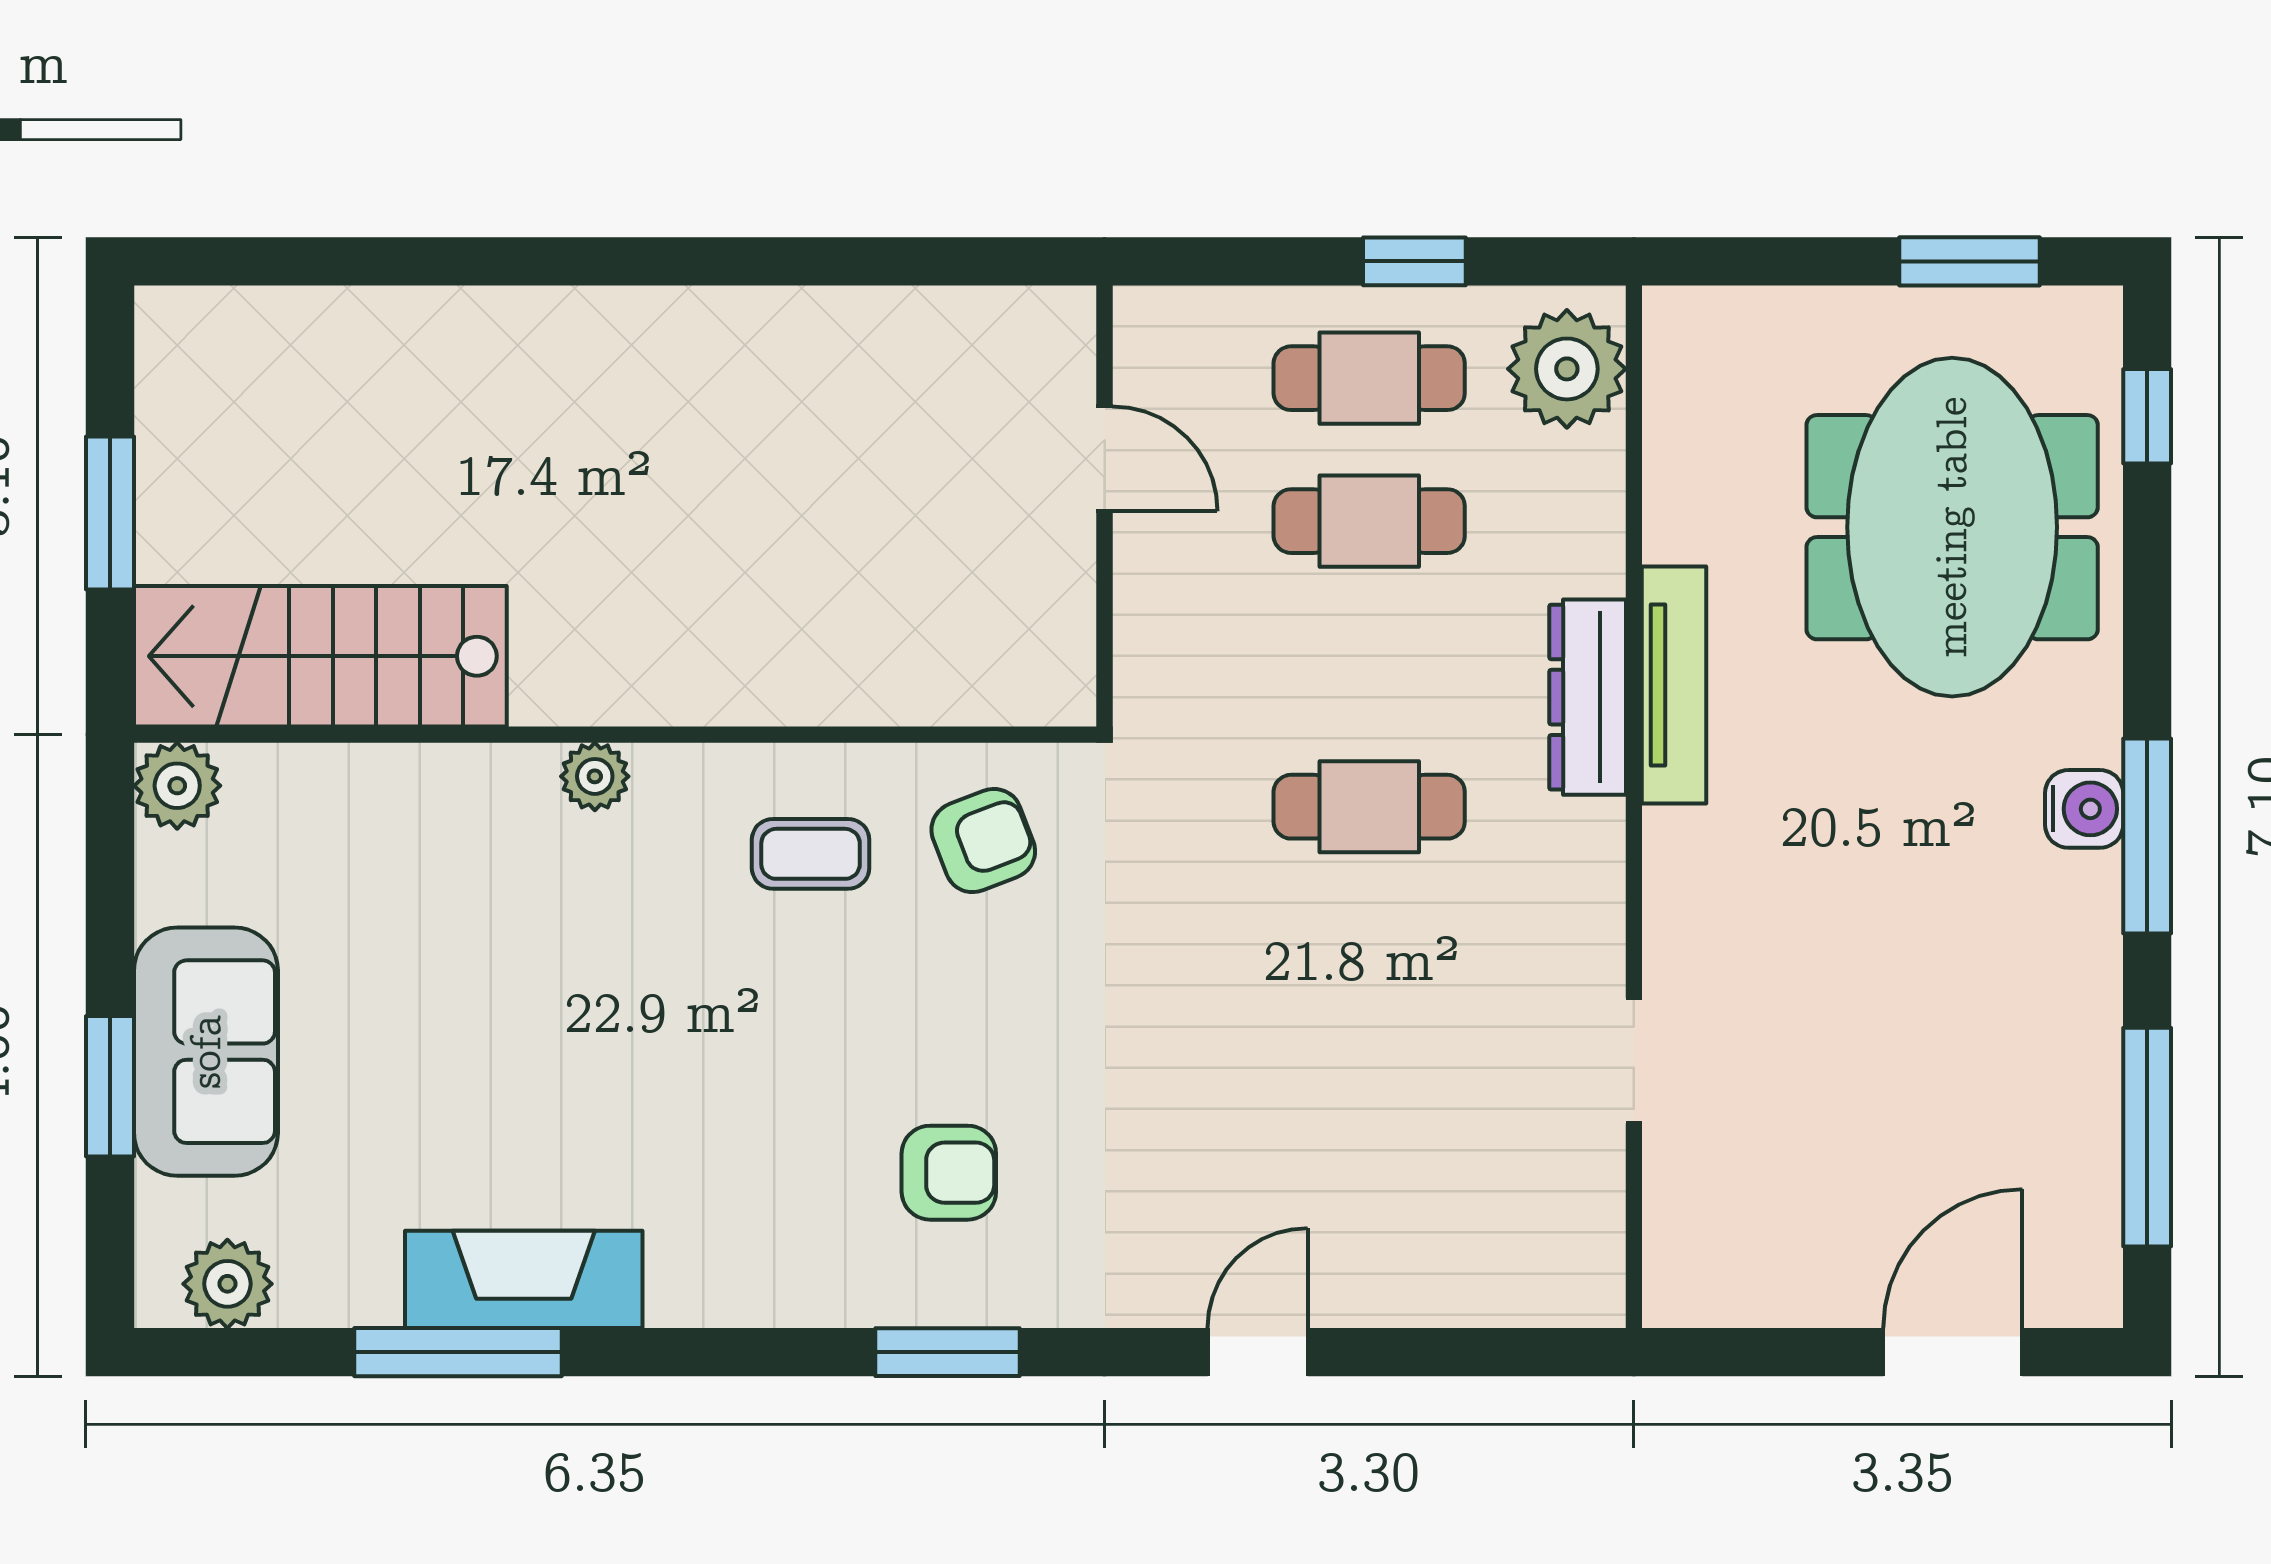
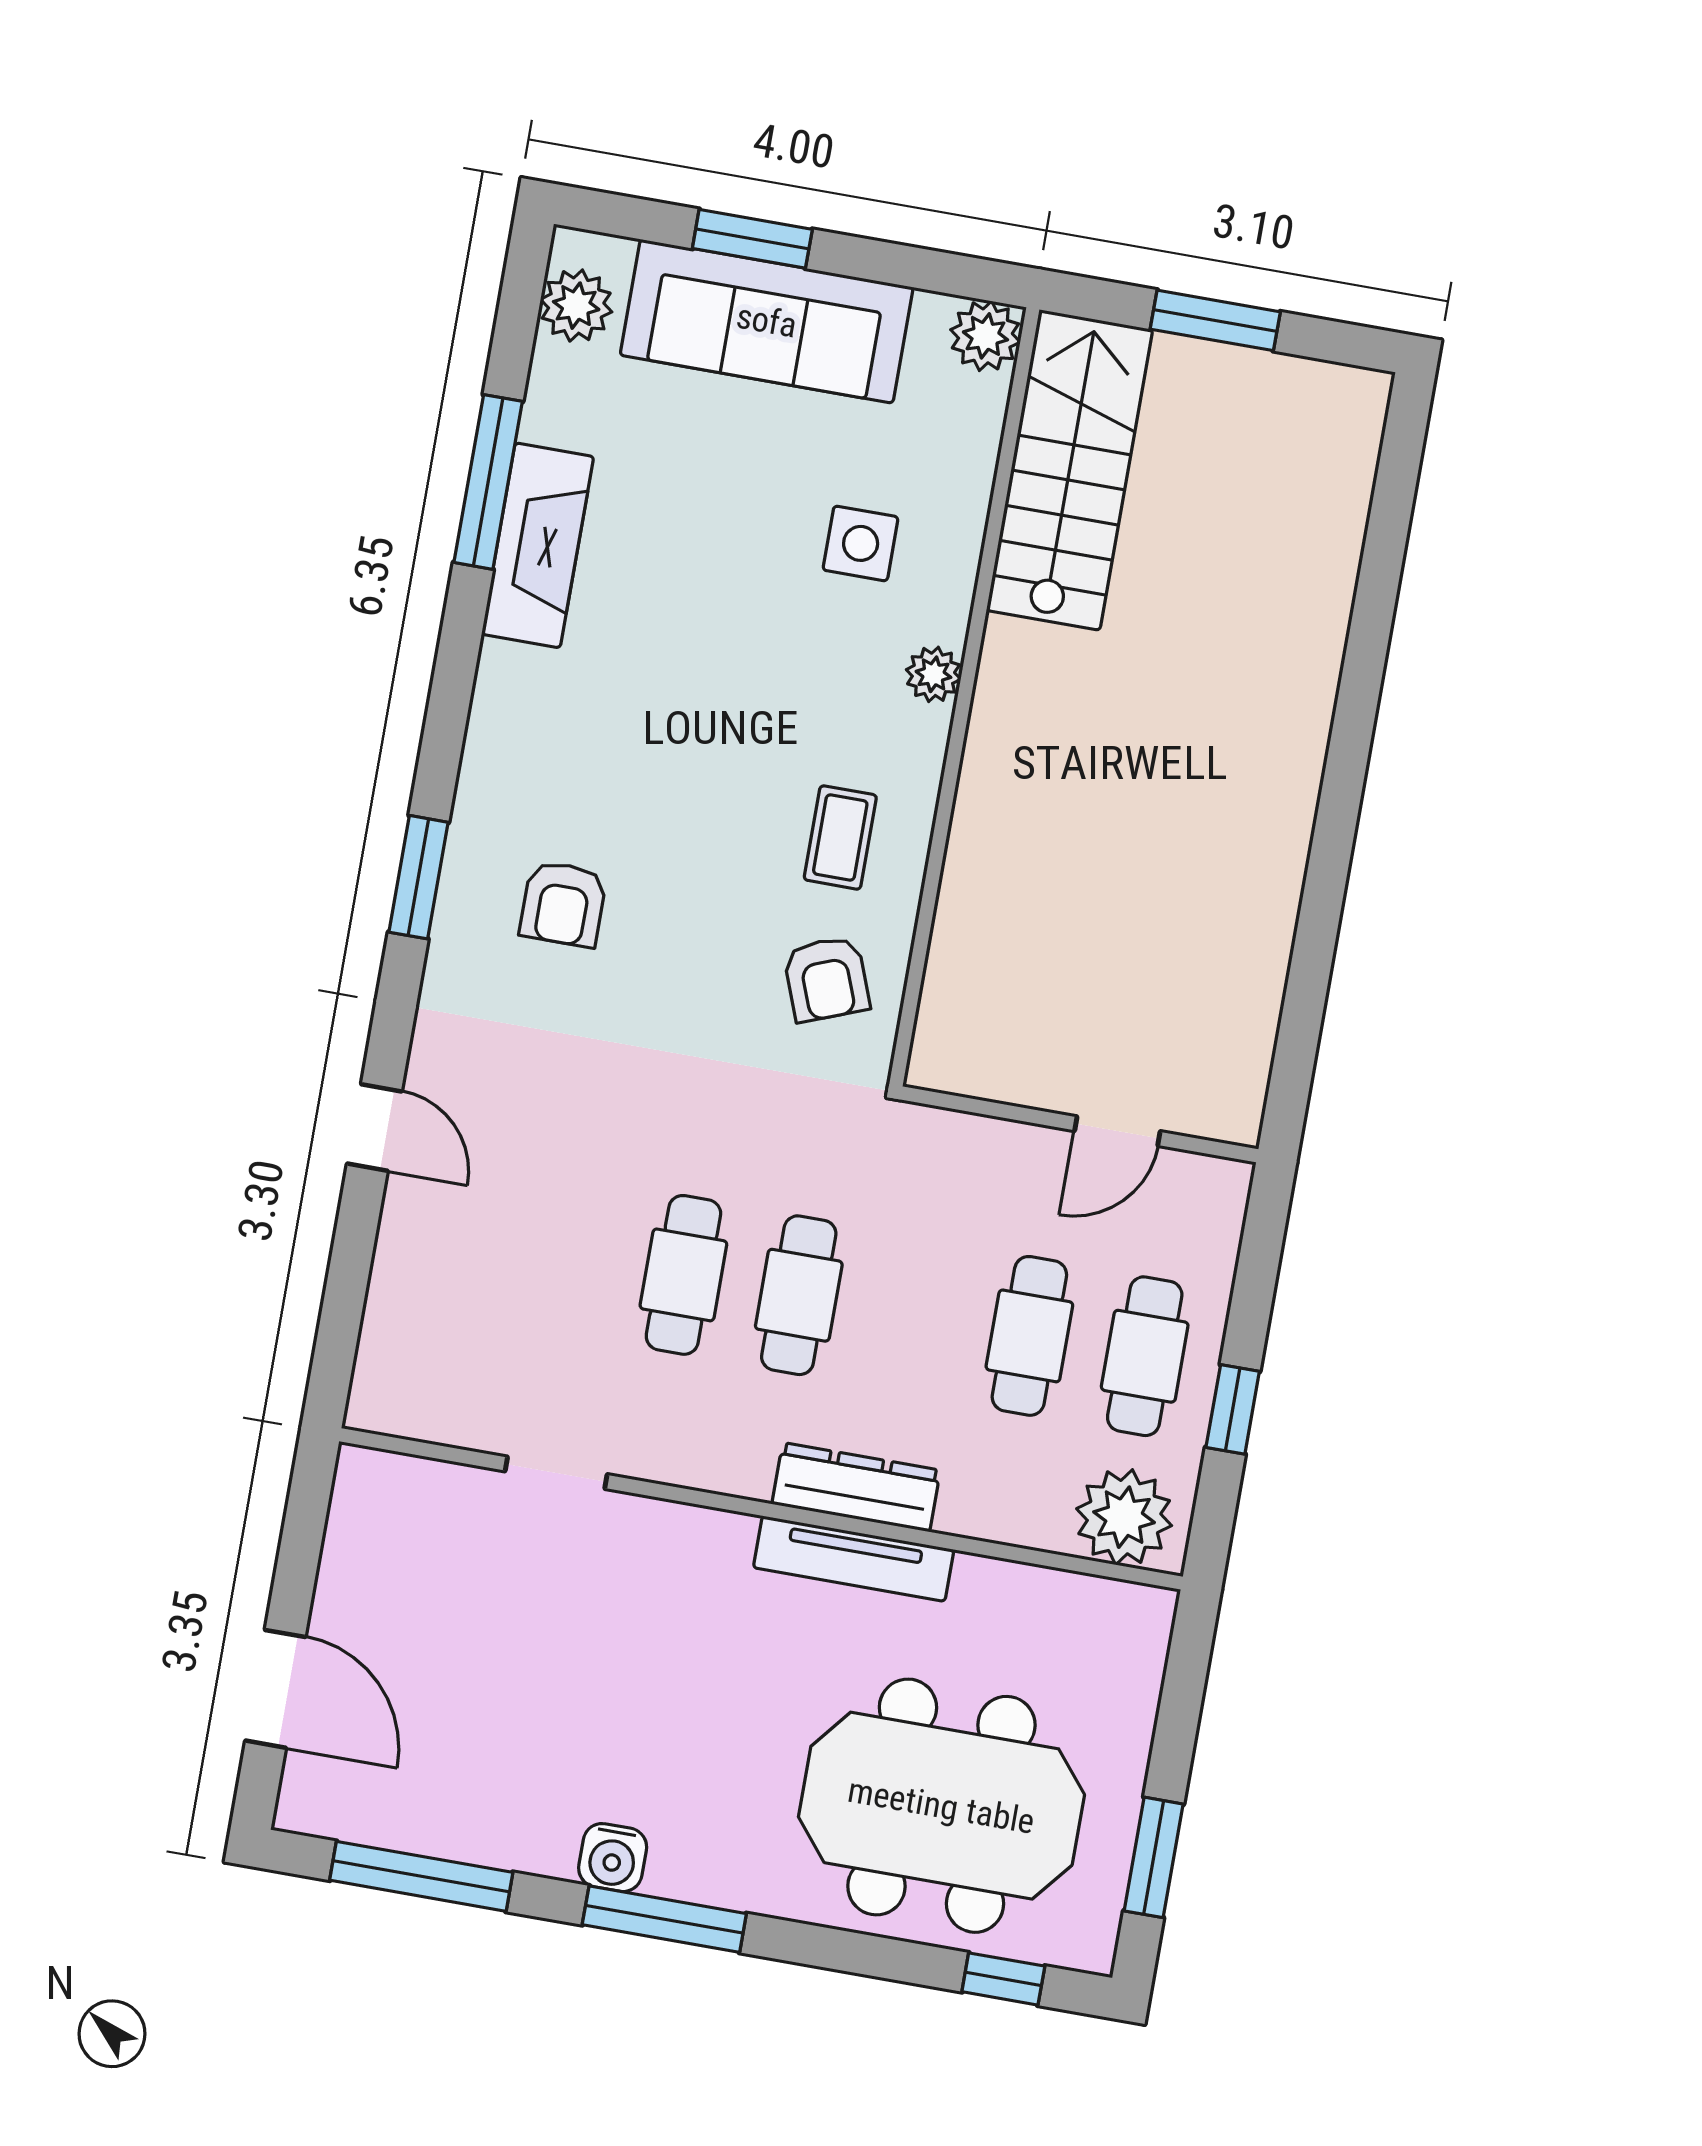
water cooler: (2084, 809) -> (613, 1858), moved
side table: (453, 892) -> (861, 543), added
cafe table: (1369, 950) -> (683, 1275), added
sofa: (206, 1052) -> (767, 321), width x1.36

